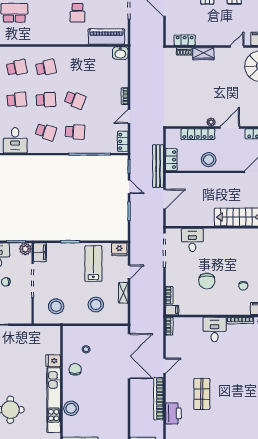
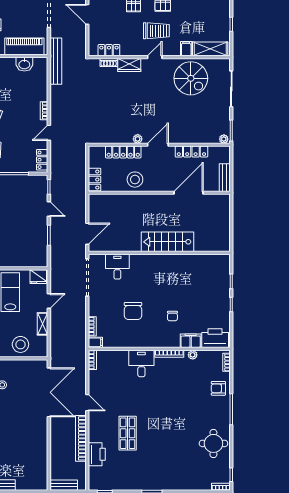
trolley: (228, 22) -> (156, 31), added
door: (237, 47) -> (155, 57), moved
washbasin: (120, 53) -> (24, 64), moved
bench: (158, 166) -> (56, 61), moved
door: (165, 199) -> (87, 234), moved
stool: (96, 305) -> (20, 344), moved
door: (165, 366) -> (87, 403), hinge flipped

